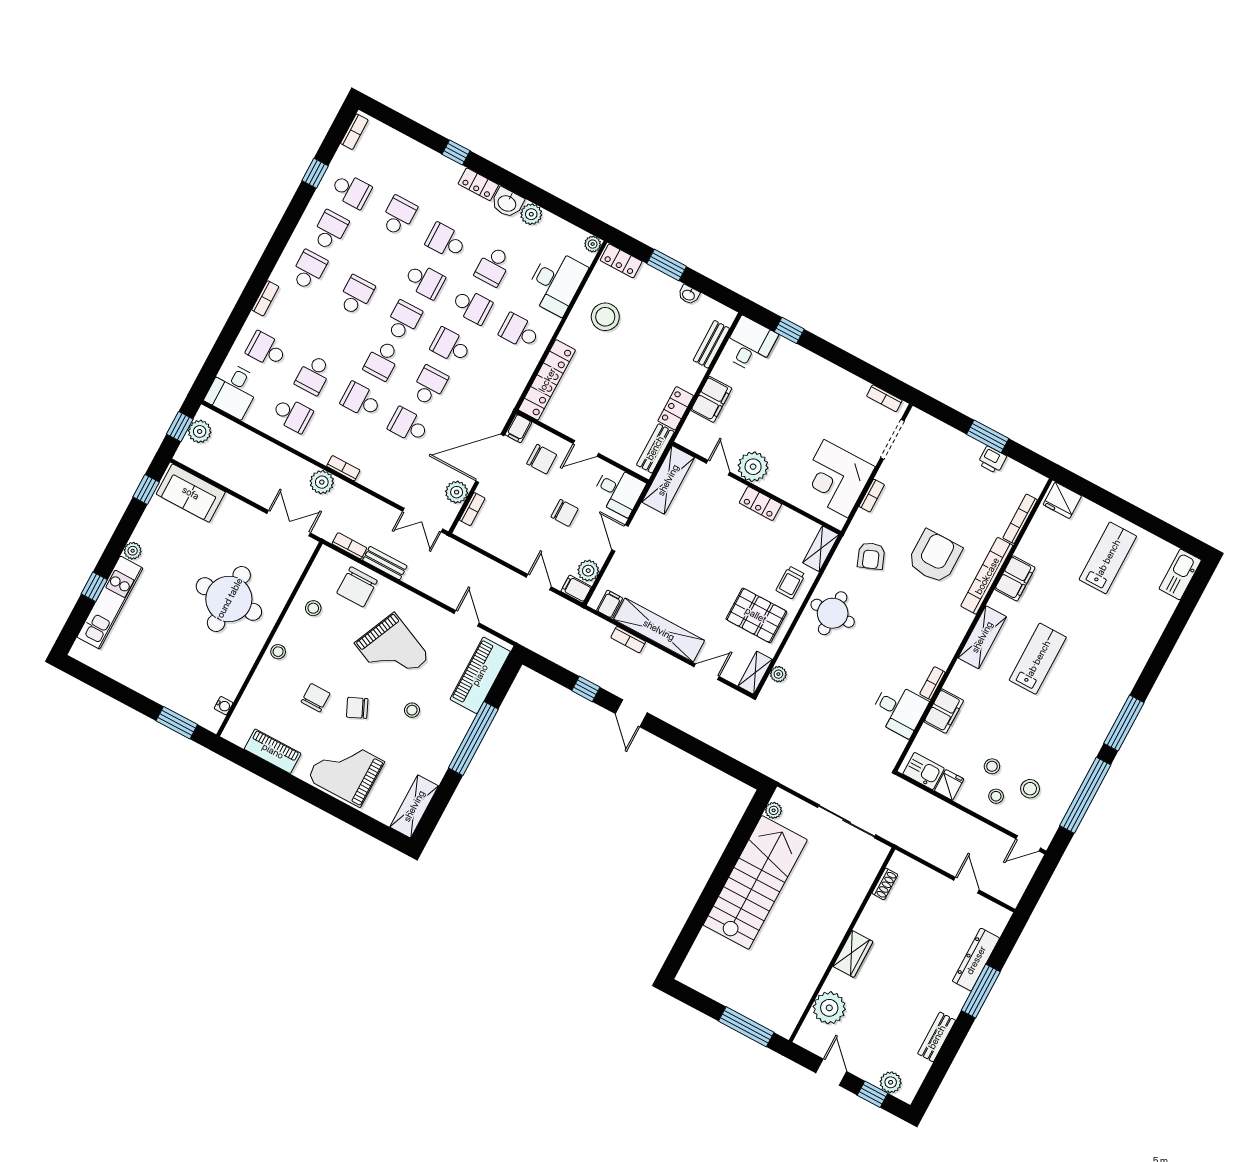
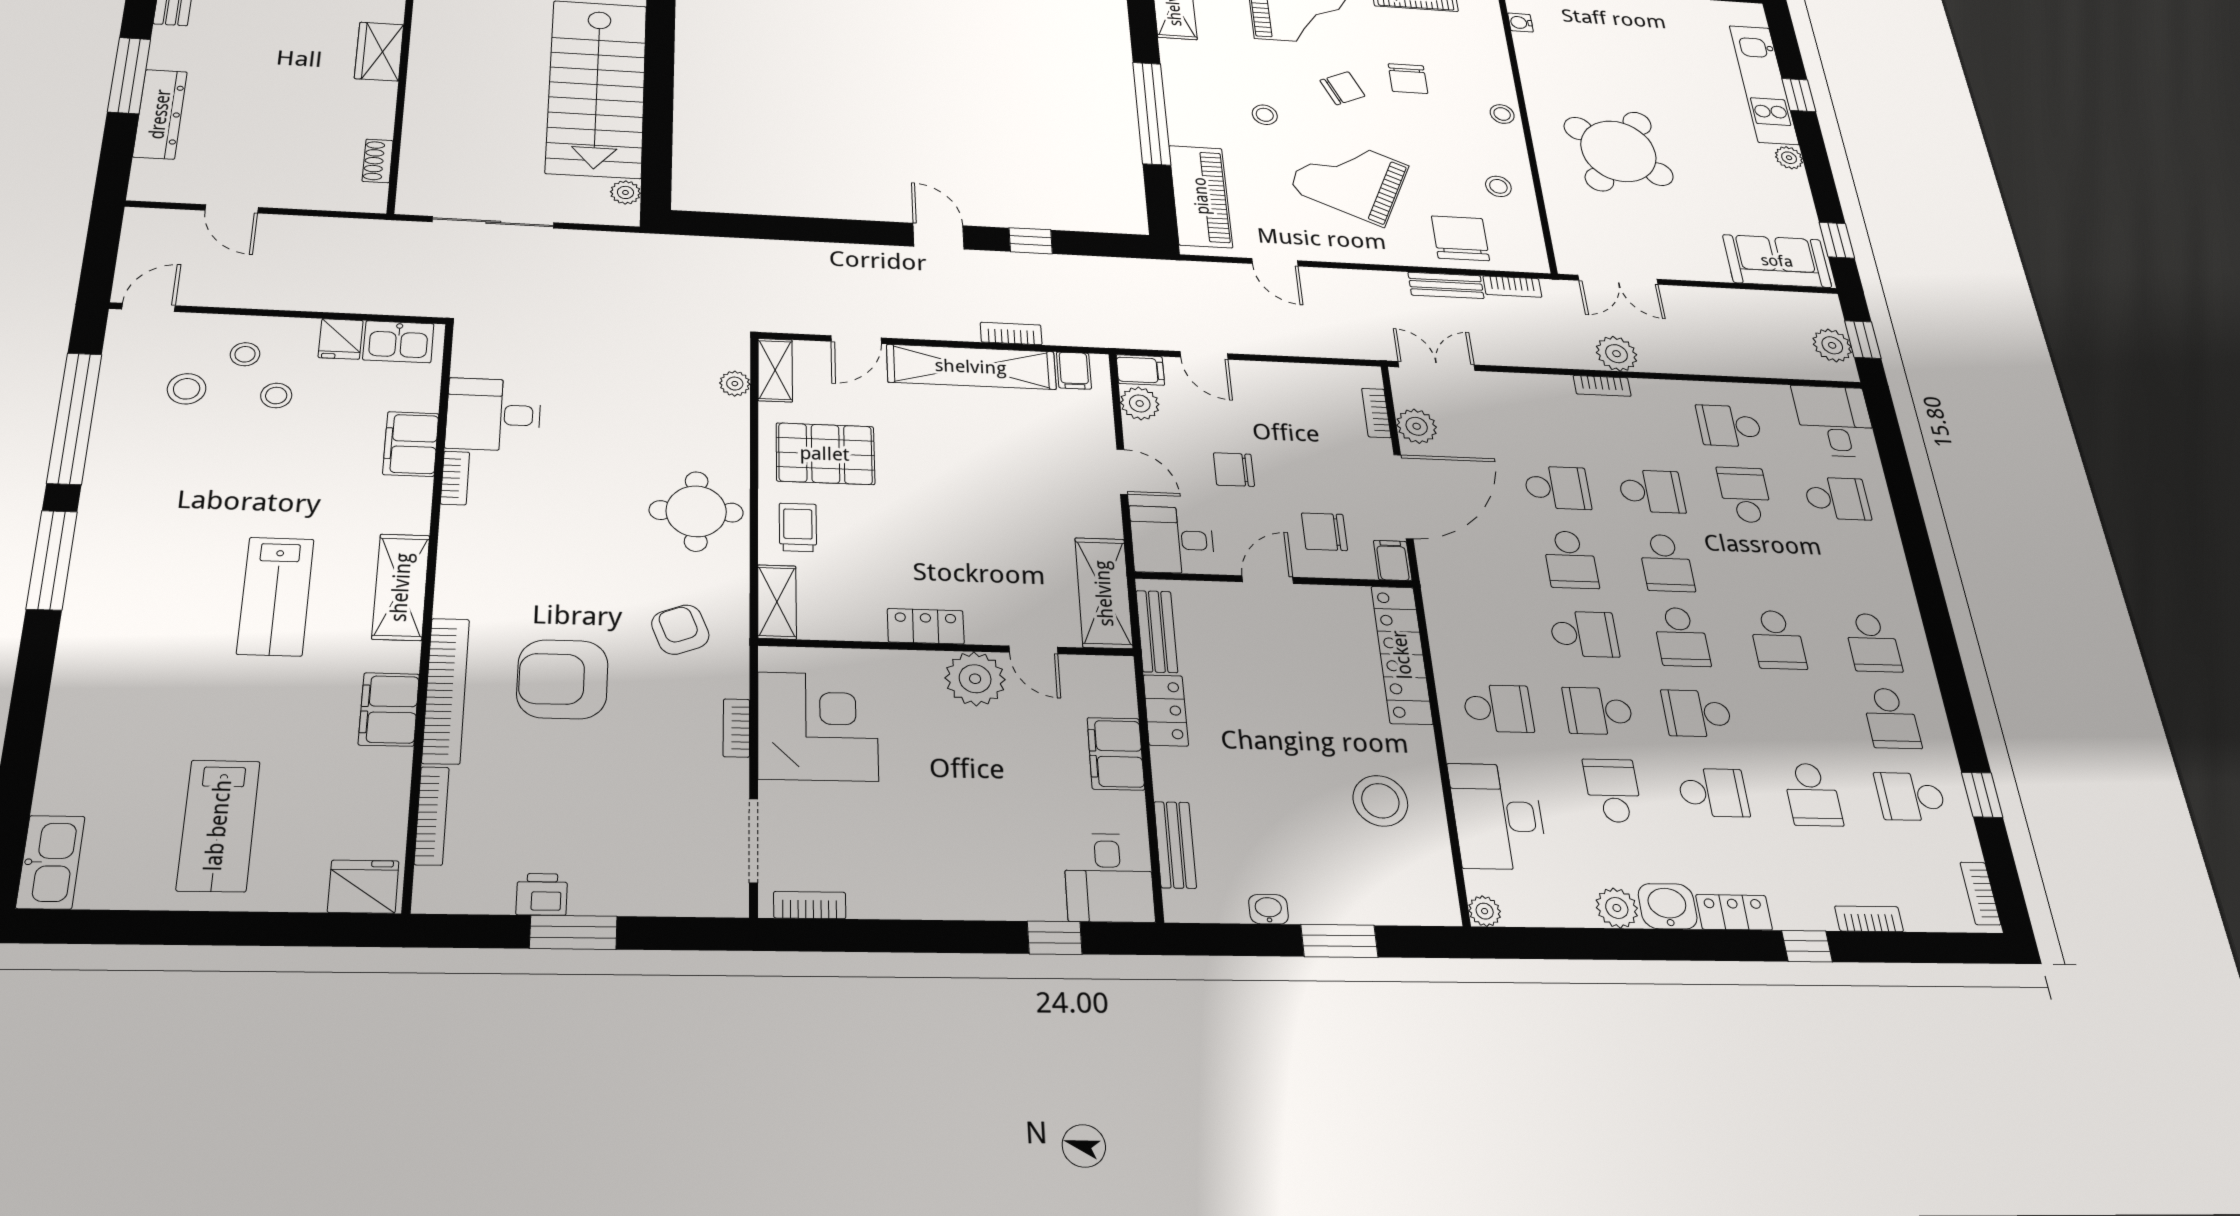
locker: (621, 261) -> (1419, 907), removed
bookcase: (265, 298) -> (1869, 919), moved, turned 90
school desk: (382, 360) -> (1666, 563), turned 180
armchair: (935, 557) -> (562, 679), turned 90
round table: (229, 599) -> (1618, 151), turned 35

